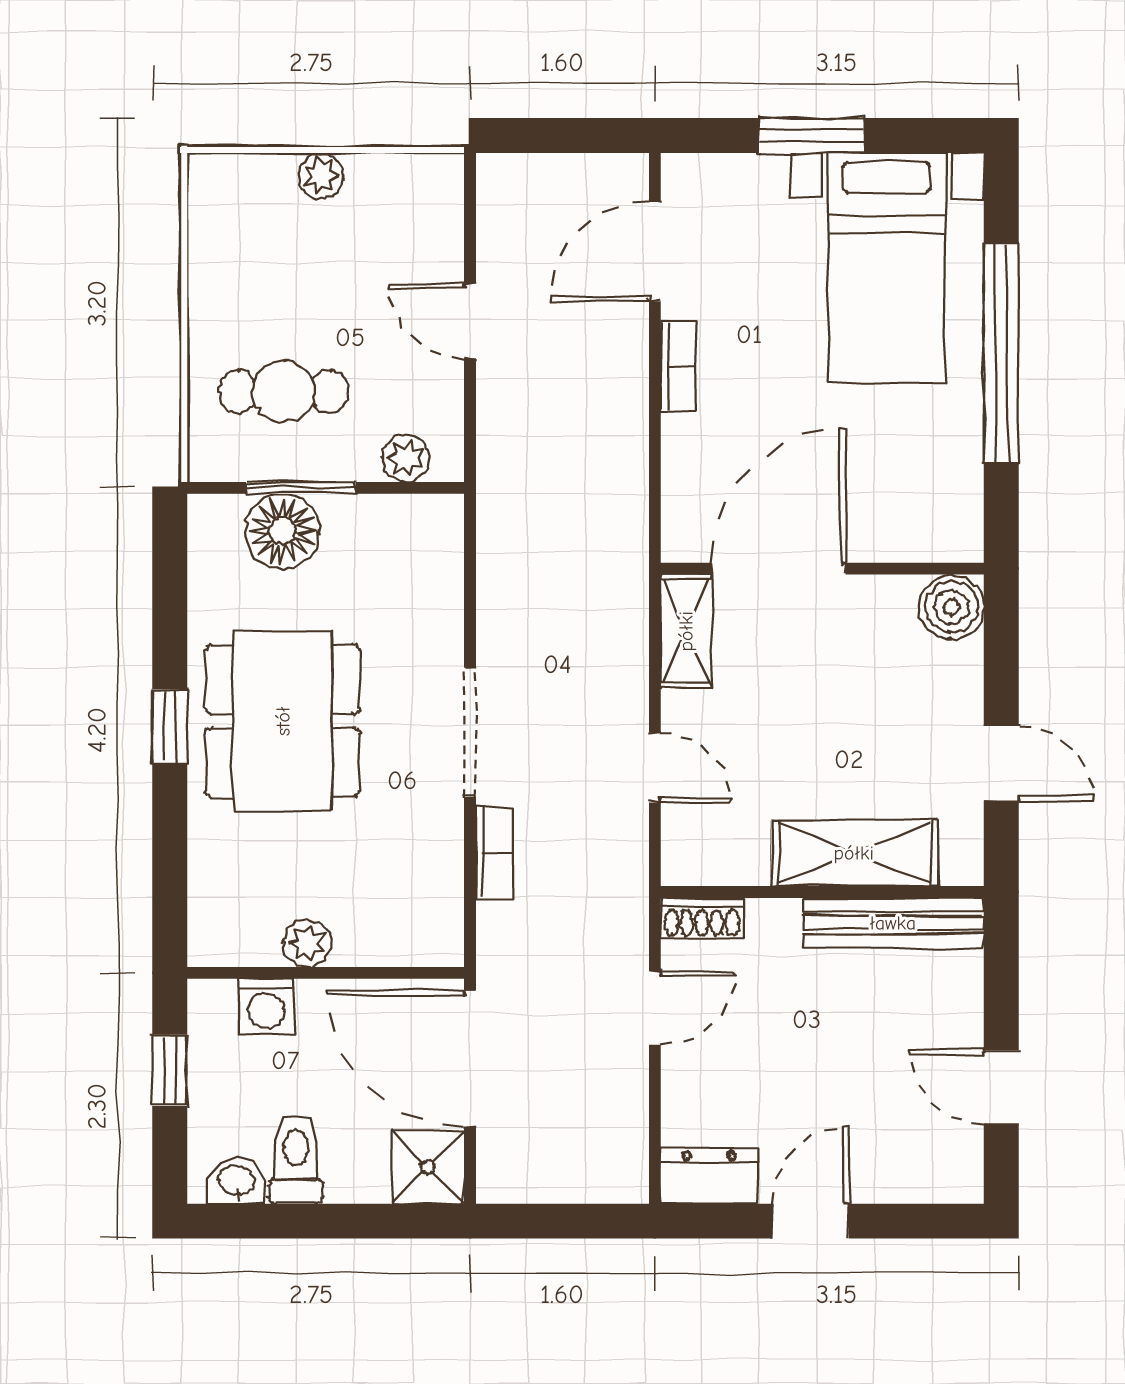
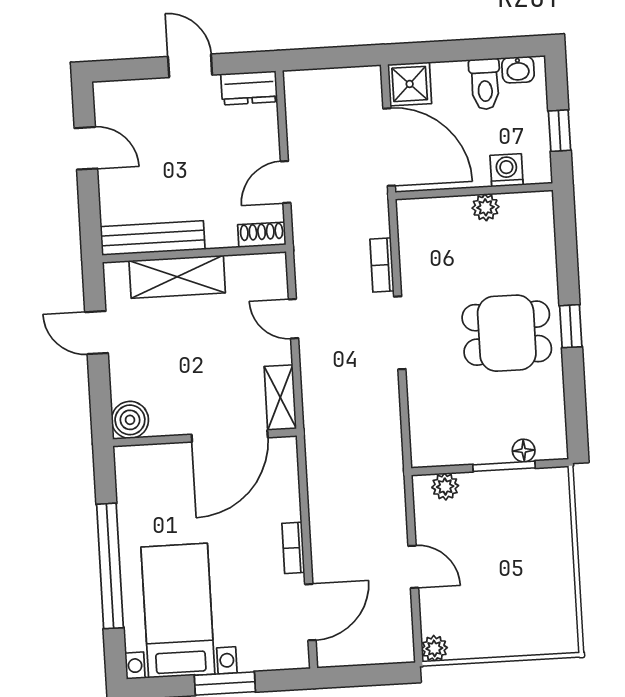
plant: (321, 176) -> (434, 648), moved
cafe table: (284, 392) -> (517, 520), removed
floor lamp: (282, 531) -> (524, 451), width x0.53, depth x0.53
dining table: (283, 721) -> (507, 333), width x0.73
door: (810, 1221) -> (190, 66), swing flipped

